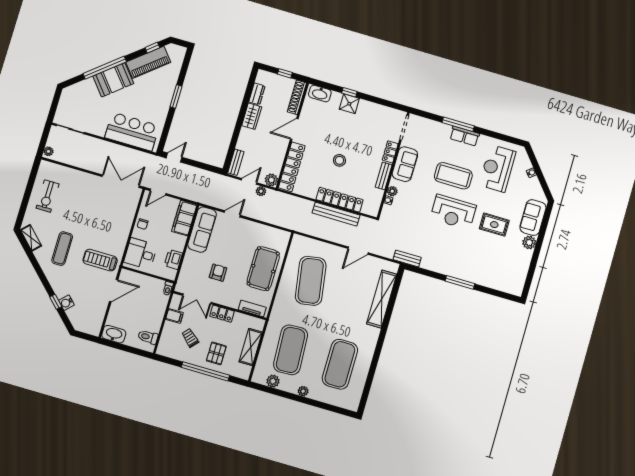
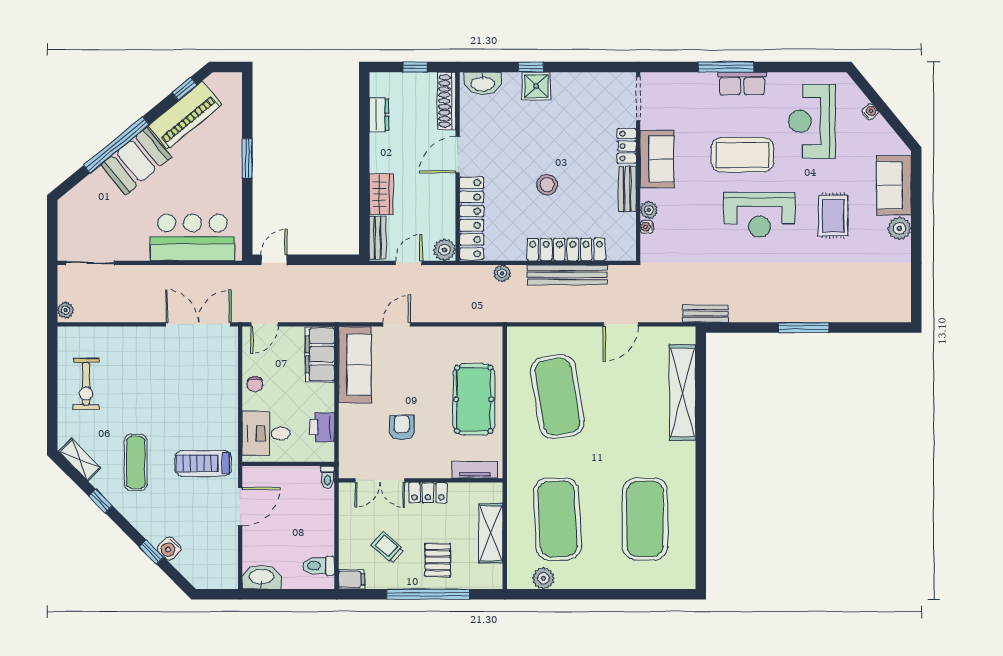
wardrobe: (252, 116) -> (381, 194), moved
plant: (261, 191) -> (502, 273), moved
rug: (494, 225) -> (833, 216), turned 90
window: (36, 265) -> (100, 501), added
filing cabinet: (174, 316) -> (352, 579), moved
plant: (303, 391) -> (598, 580), removed

